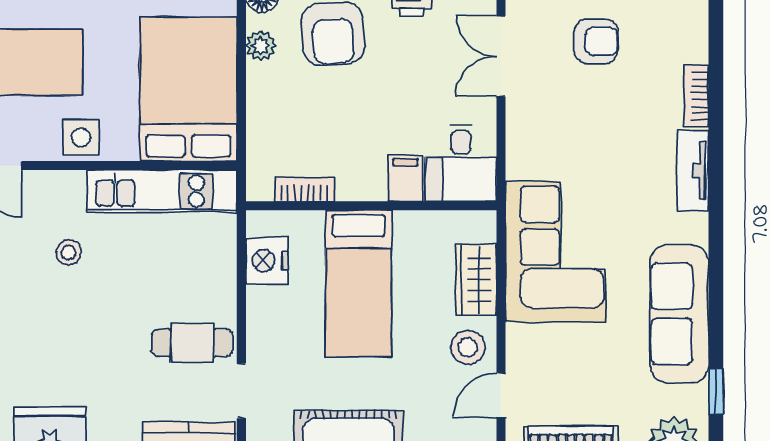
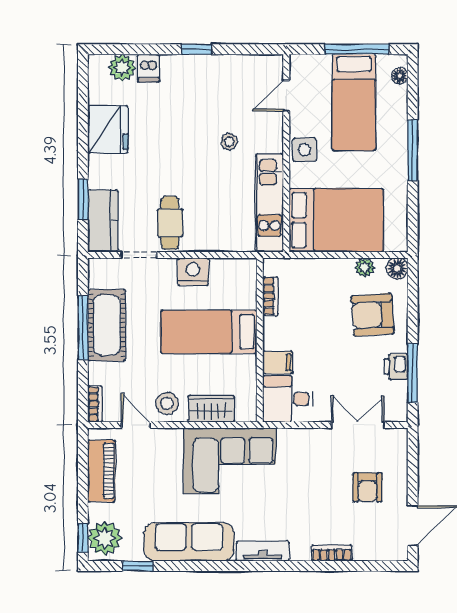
tv unit: (693, 170) -> (263, 551), moved
nightstand: (267, 261) -> (193, 272), moved

